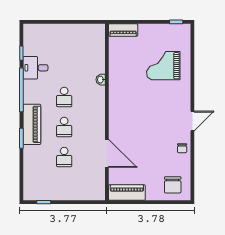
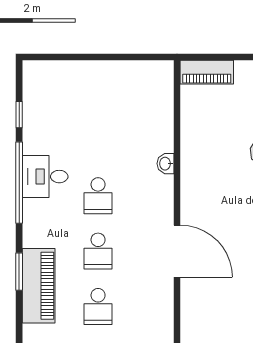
desk: (35, 68) -> (45, 177), moved
piano: (32, 124) -> (39, 286), moved
door: (107, 153) -> (177, 251), moved

